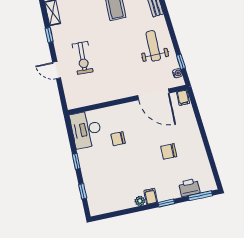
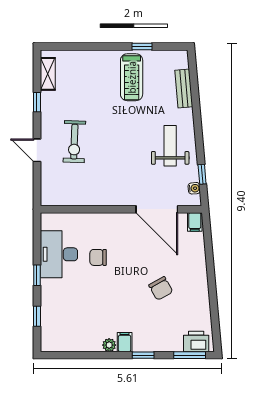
desk: (86, 129) -> (59, 254), moved
chair: (169, 152) -> (161, 288), turned -119
printer: (189, 188) -> (196, 341), moved

